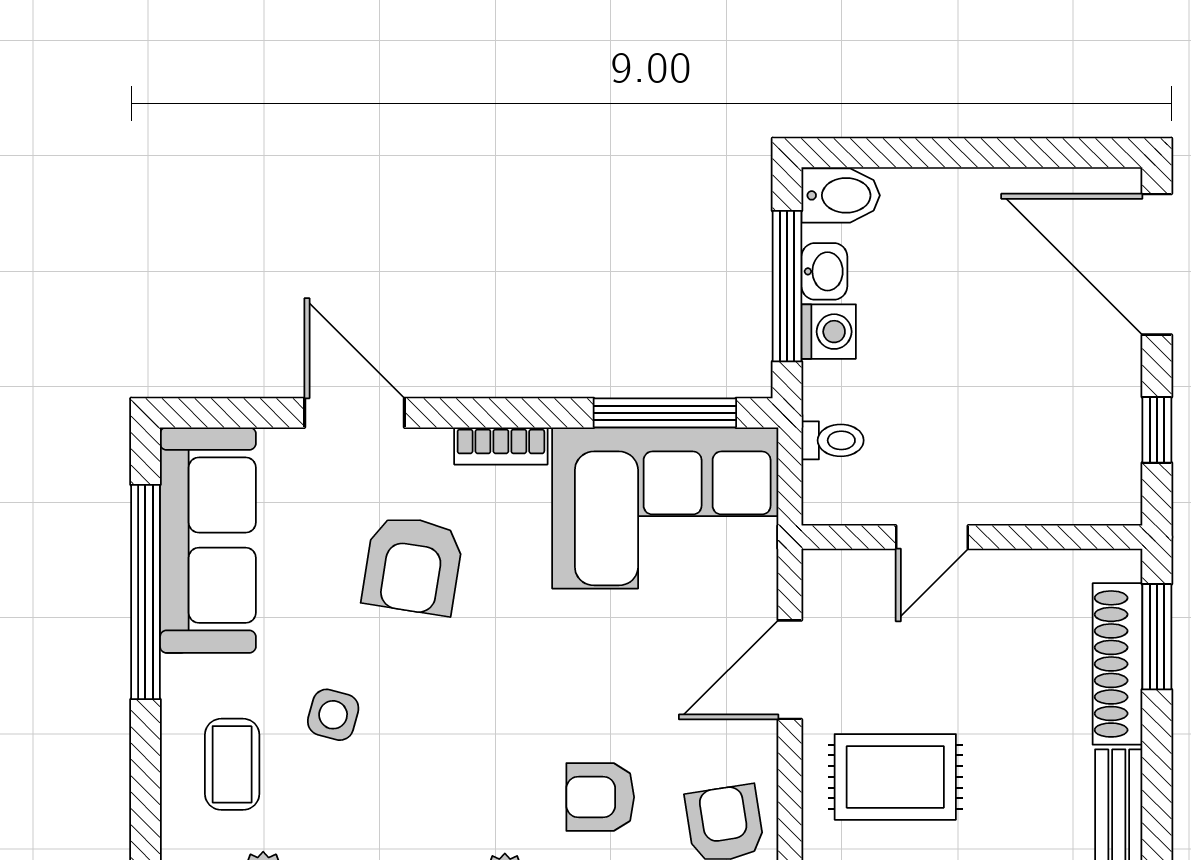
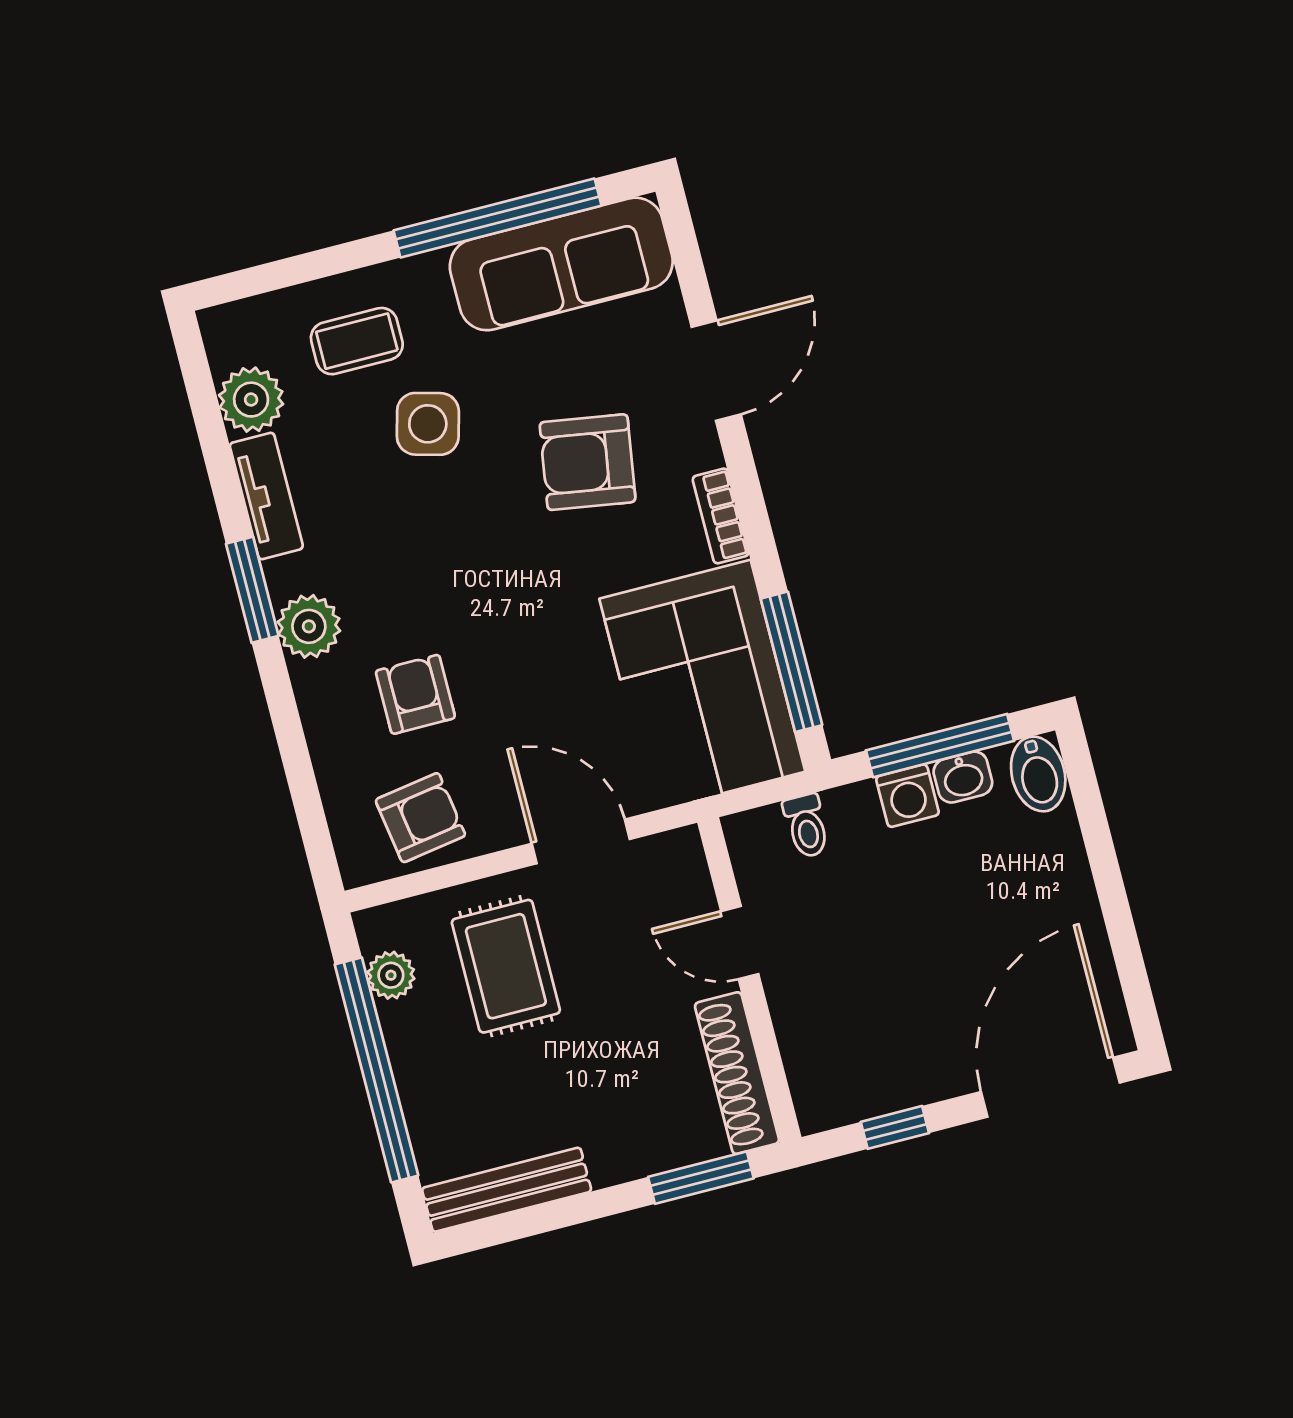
shoe rack: (1118, 664) -> (737, 1073), moved, turned -90
side table: (333, 715) -> (428, 424), width x1.37, depth x1.37

